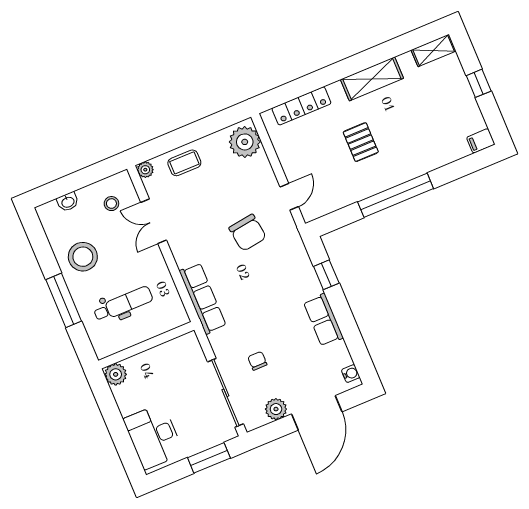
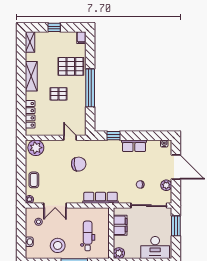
pallet: (420, 144) -> (71, 66), added
filing cabinet: (168, 355) -> (120, 225), added

